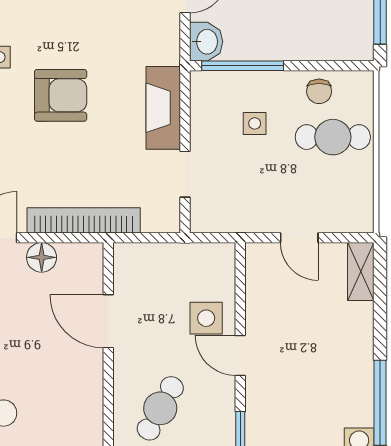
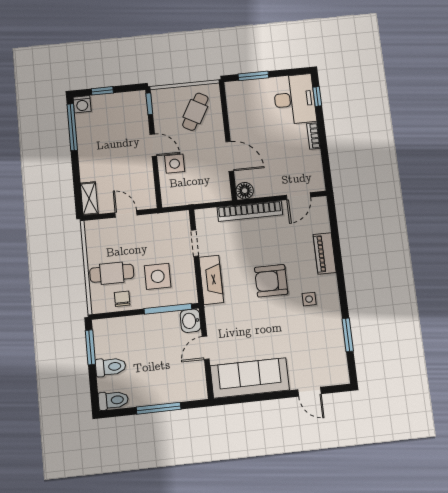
side table: (255, 123) -> (158, 276), width x1.87, depth x1.87
floor lamp: (42, 257) -> (245, 191), moved

